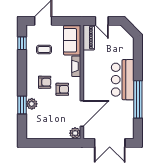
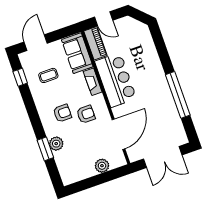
bar counter: (123, 80) -> (116, 80), moved, turned 180
plant: (75, 133) -> (102, 166), moved

